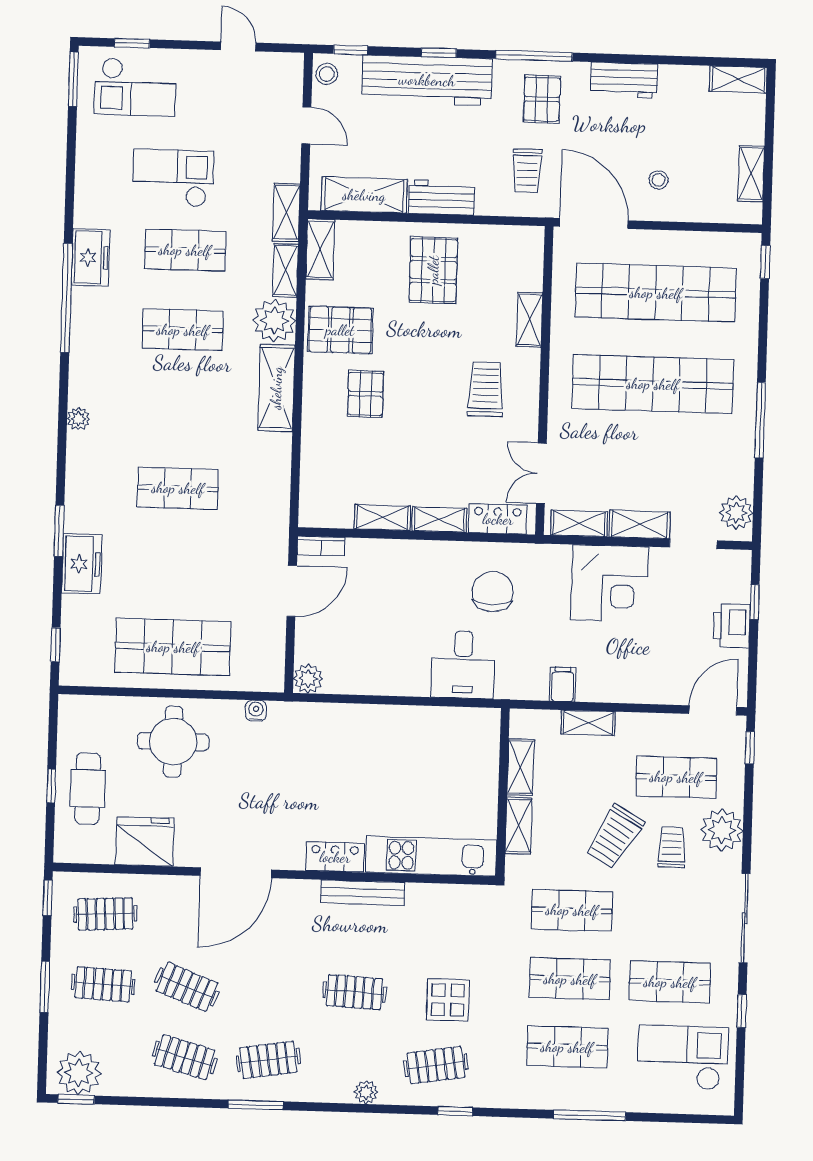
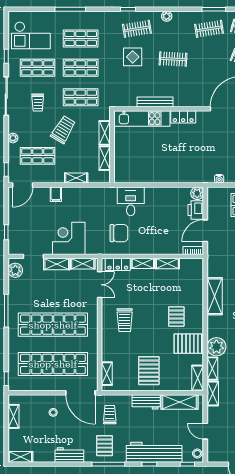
shelving: (530, 320) -> (107, 374), moved
shelving: (276, 388) -> (215, 296), moved
chair: (493, 592) -> (119, 233), turned -90
printer: (732, 626) -> (196, 210), moved, turned 180
filing cabinet: (563, 684) -> (56, 194), moved
plant: (722, 830) -> (13, 138), width x0.53, depth x0.53
trolley: (672, 847) -> (38, 103), moved
bench: (363, 893) -> (155, 102), moved

